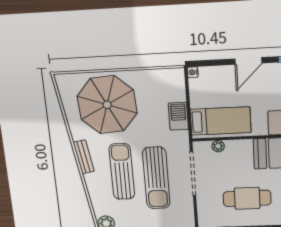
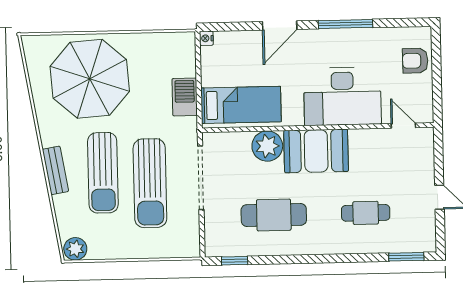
plant: (218, 146) -> (267, 146), moved, width x1.88, depth x1.88
bench: (84, 157) -> (55, 170), moved
sun lounger: (122, 171) -> (103, 173), turned 180

